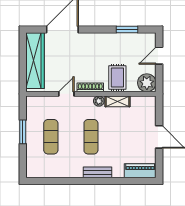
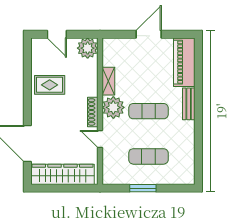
window: (127, 29) -> (27, 71), removed
rug: (117, 77) -> (50, 85), moved
plant: (99, 101) -> (113, 107), width x1.88, depth x1.88
piano: (140, 171) -> (184, 62), width x1.37, depth x1.33

